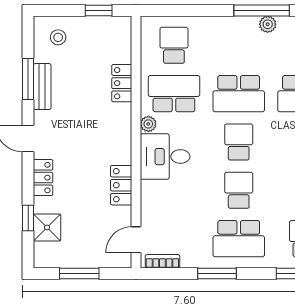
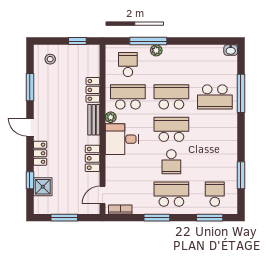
window: (262, 10) -> (148, 41), moved
plant: (268, 24) -> (156, 50), moved
bench: (42, 87) -> (94, 120), moved
school desk: (239, 94) -> (171, 97), turned 180
school desk: (239, 142) -> (171, 129), width x1.85
school desk: (239, 190) -> (171, 162), turned 180
school desk: (239, 239) -> (171, 194), turned 180

